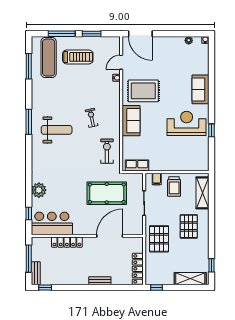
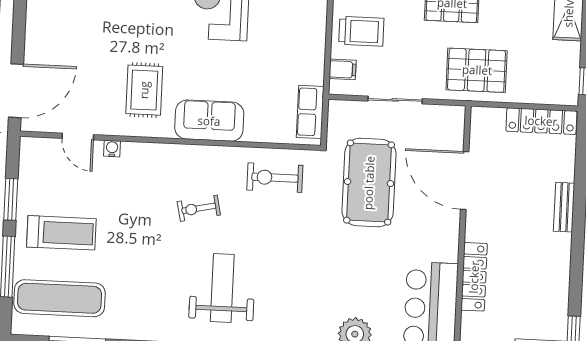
treadmill: (78, 57) -> (61, 233), turned 90
rug: (143, 91) -> (144, 90), width x0.73, depth x0.70

